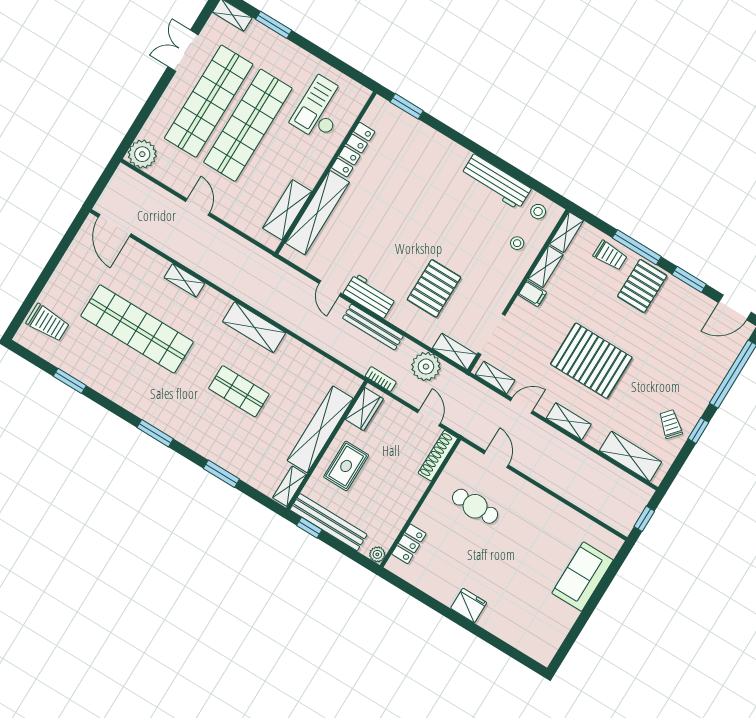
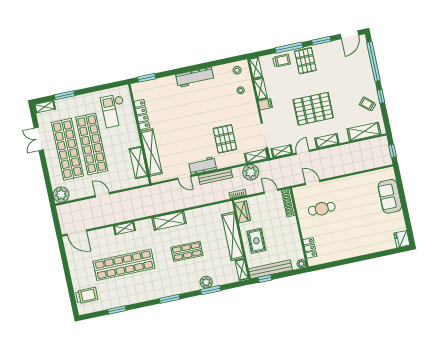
workbench: (496, 182) -> (195, 77), moved
plant: (226, 458) -> (206, 282), added
fridge: (469, 605) -> (402, 239), moved, turned -90

